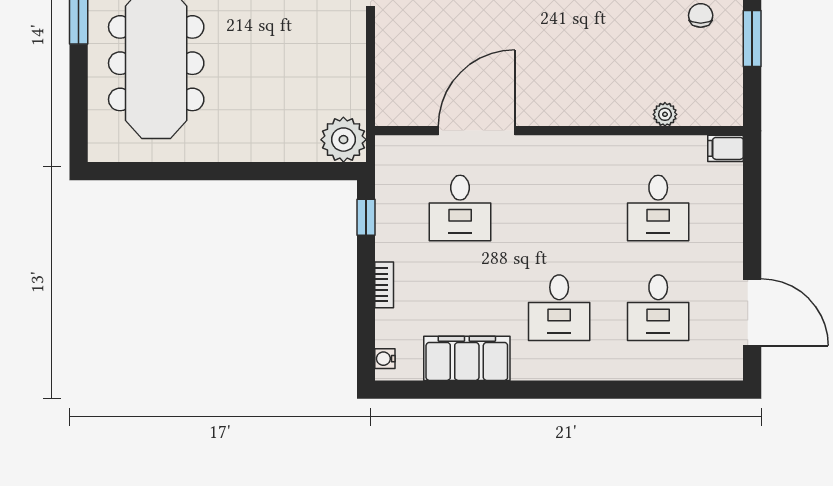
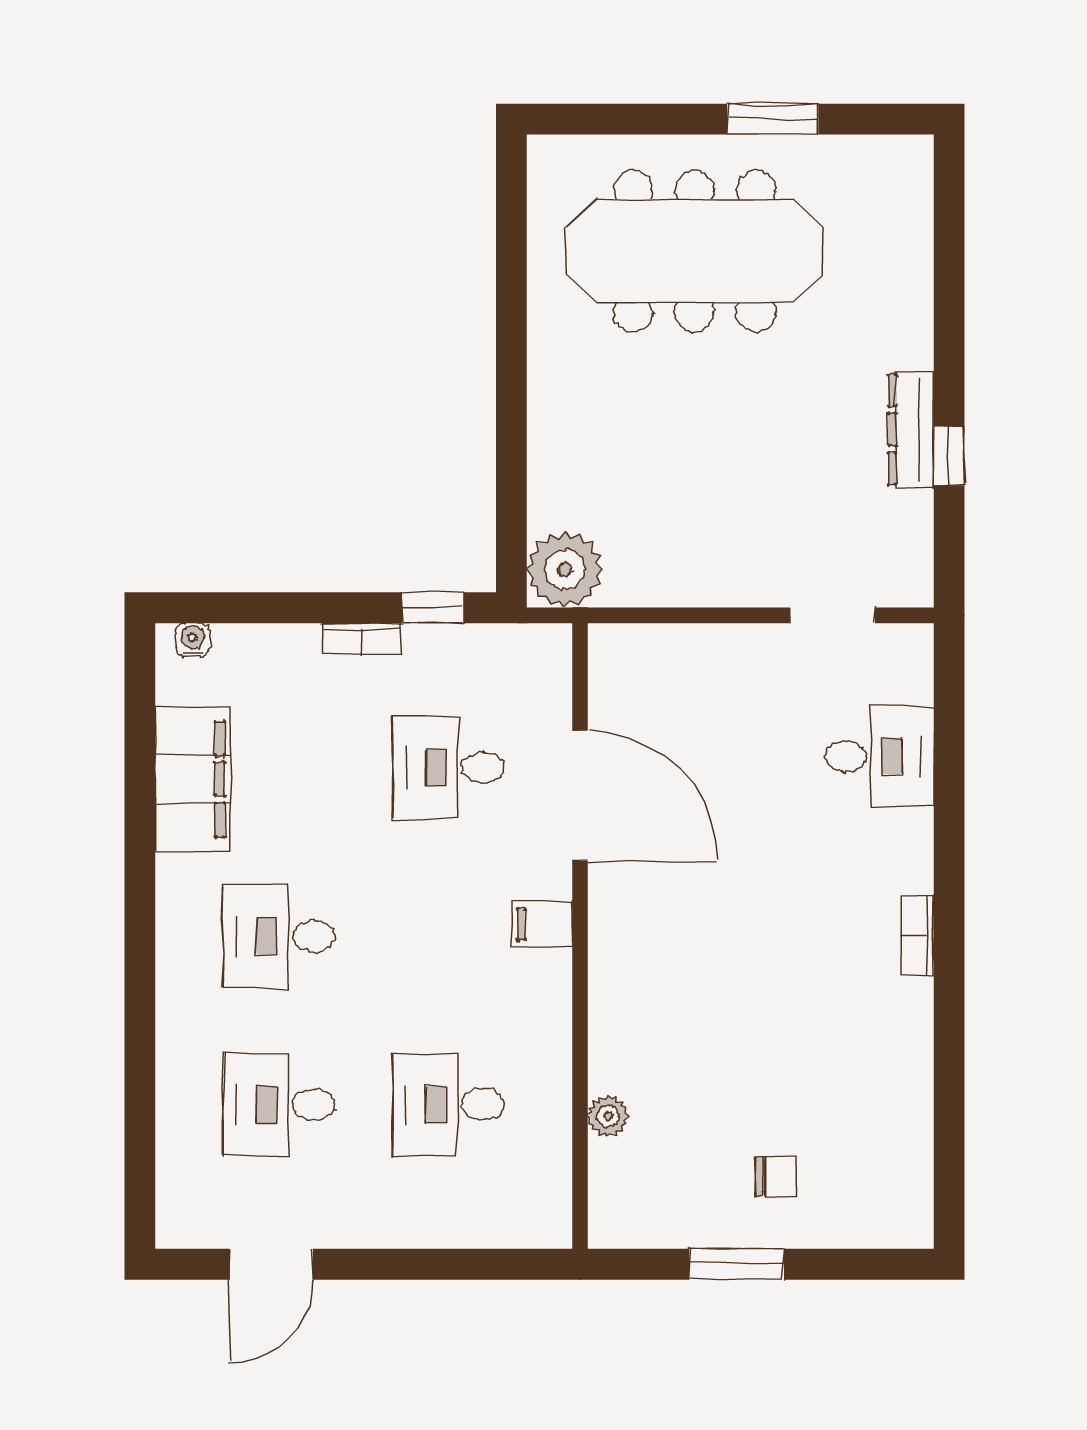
filing cabinet: (726, 148) -> (542, 924), moved, turned -90
bookcase: (384, 285) -> (362, 639), moved
door: (752, 312) -> (271, 1264), width x0.73

